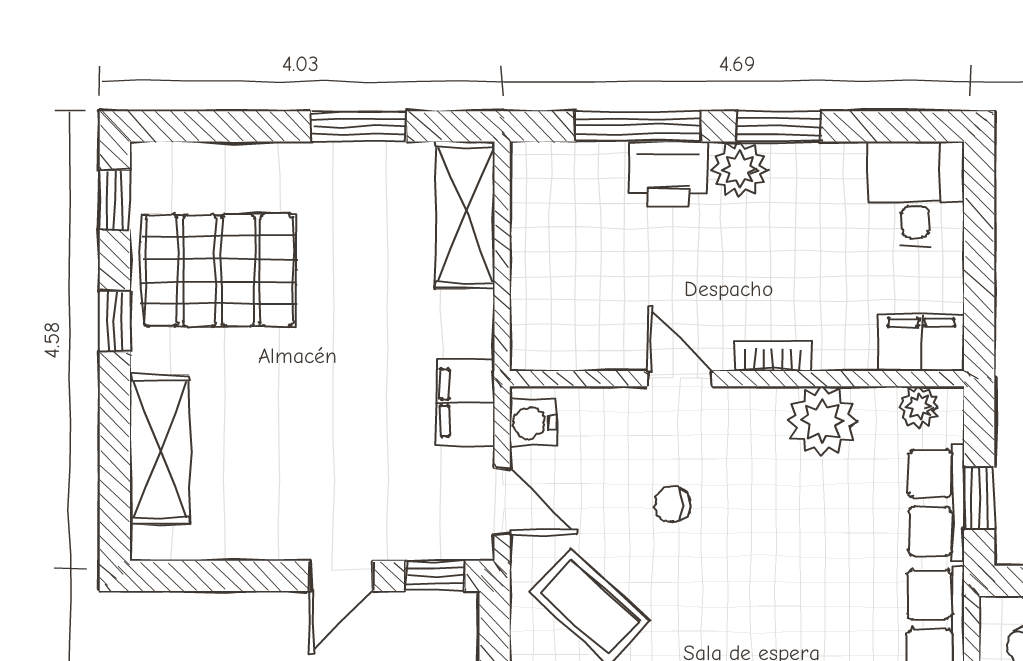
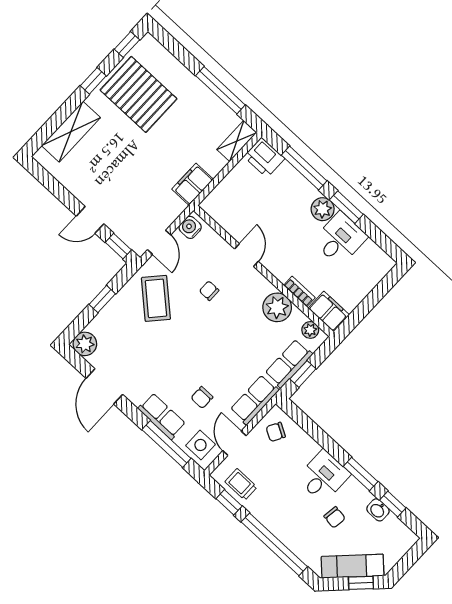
window: (359, 126) -> (220, 90), width x1.44
printer: (668, 174) -> (264, 157), moved
desk: (916, 194) -> (340, 239), moved
shelving: (465, 215) -> (237, 141), width x0.67, depth x0.75
bookcase: (773, 356) -> (299, 291), moved
filing cabinet: (465, 403) -> (193, 184), moved

